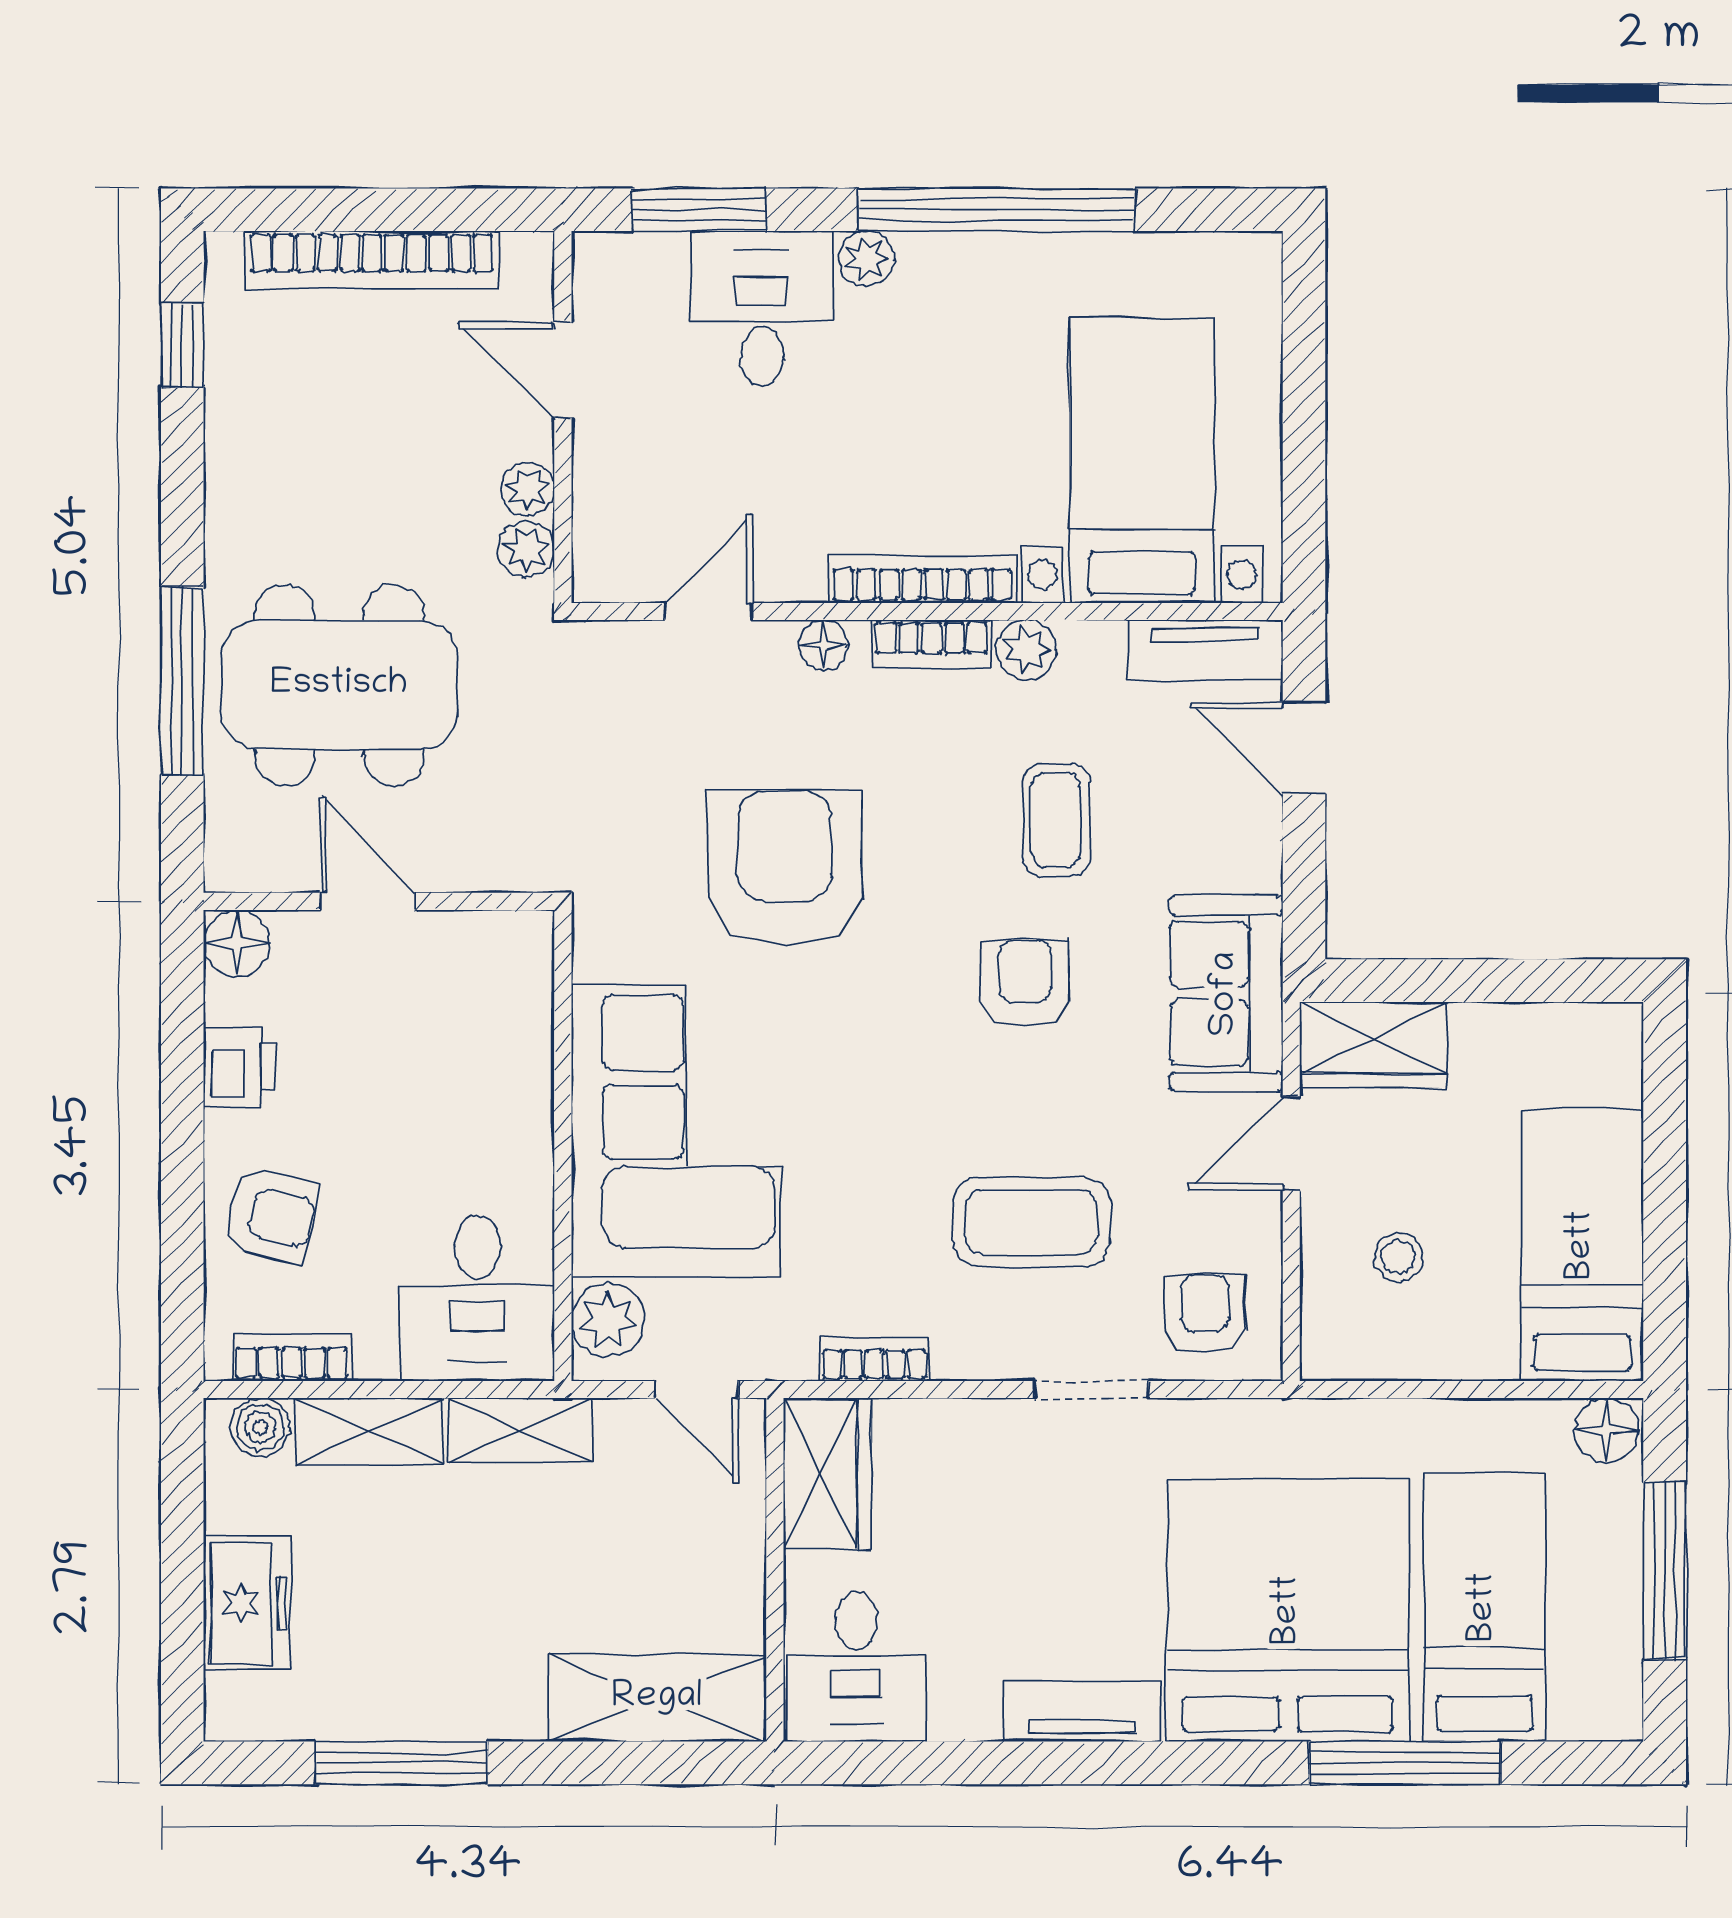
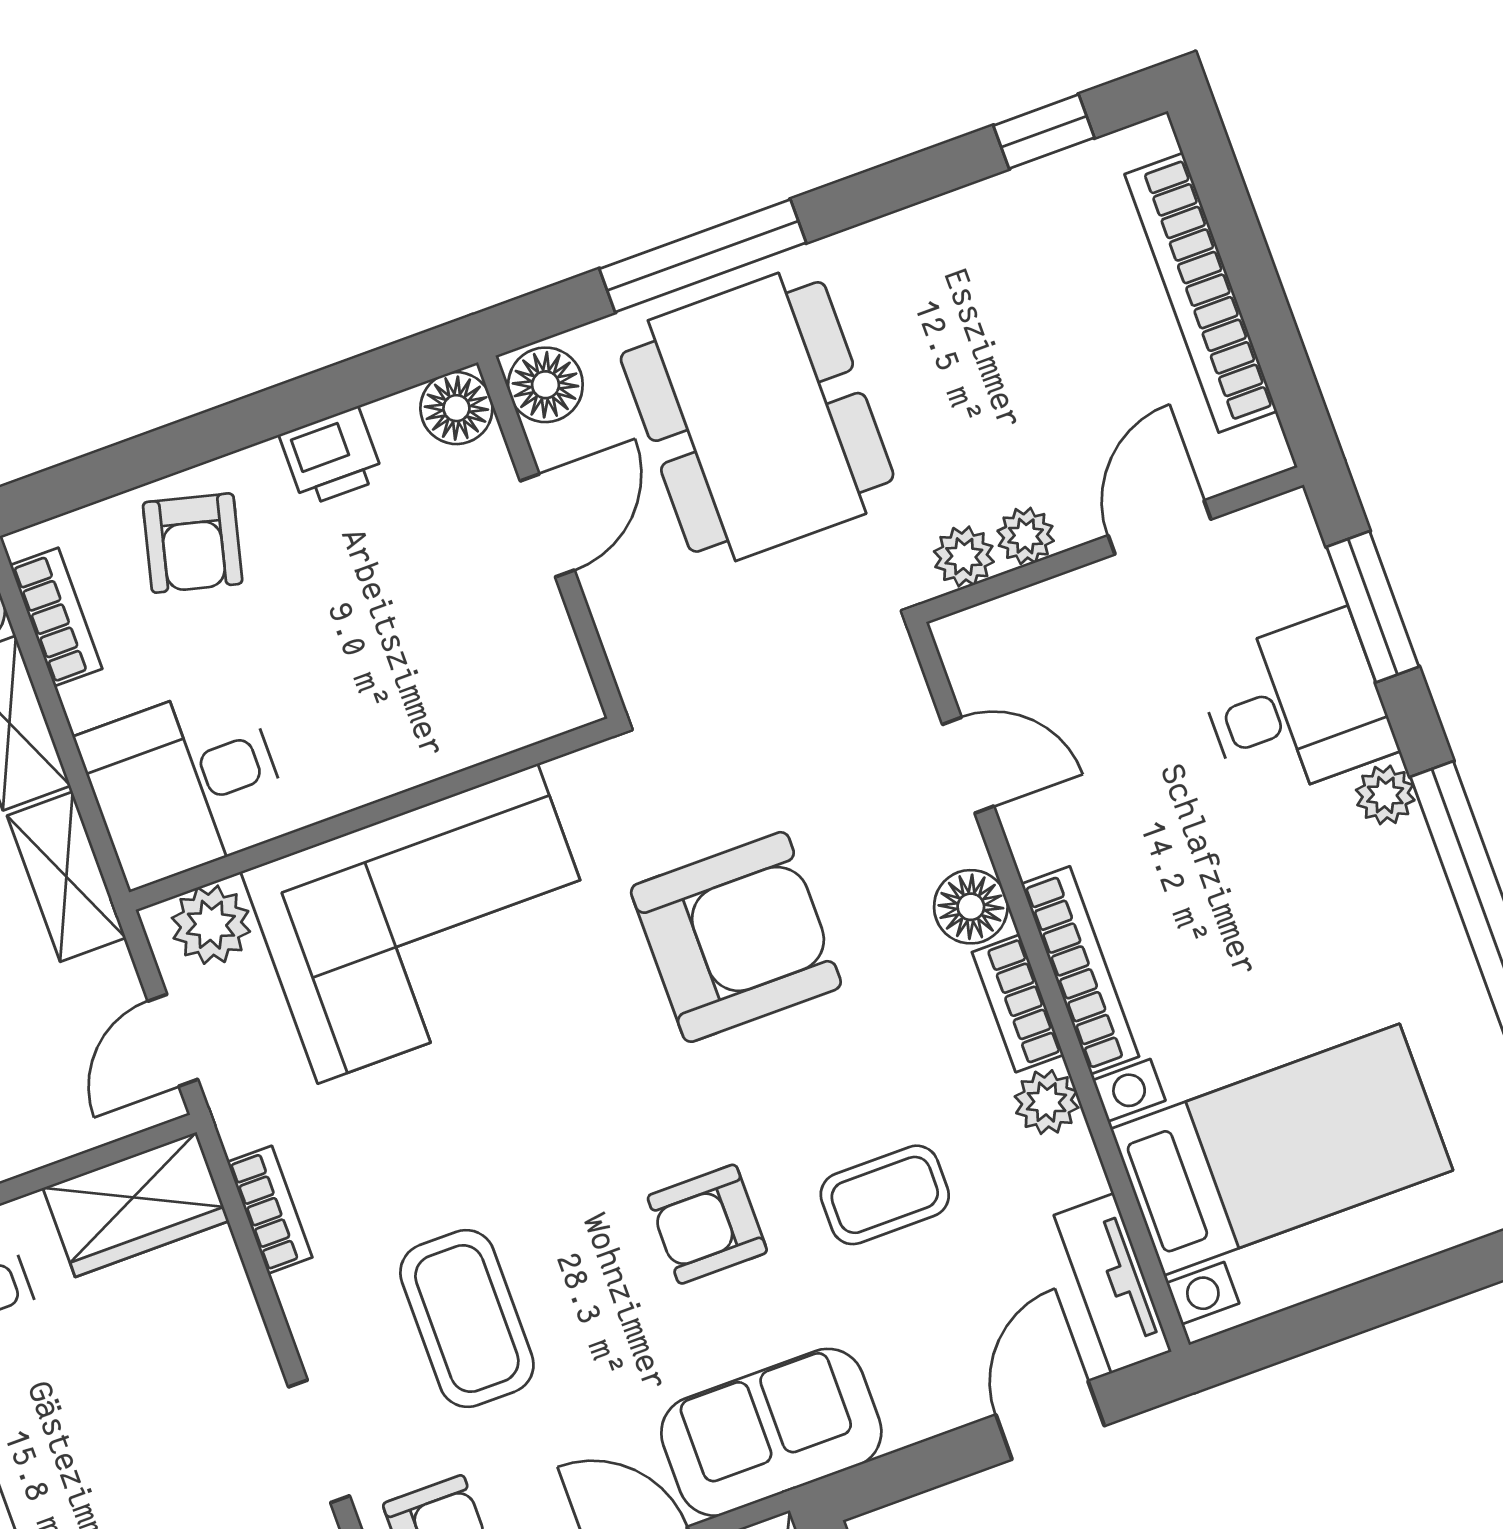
floor lamp: (824, 645) -> (971, 907), width x1.37, depth x1.37
floor lamp: (245, 858) -> (545, 385), added
armchair: (1025, 983) -> (707, 1224), turned 180

